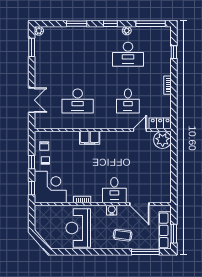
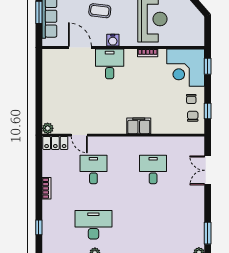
desk: (78, 101) -> (153, 169), width x0.73
door: (140, 130) -> (79, 135), hinge flipped
plant: (163, 140) -> (48, 128), width x0.53, depth x0.53
window: (32, 162) -> (208, 111), moved

